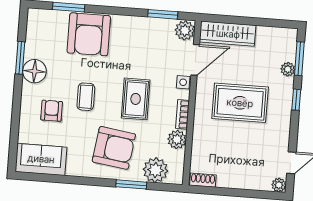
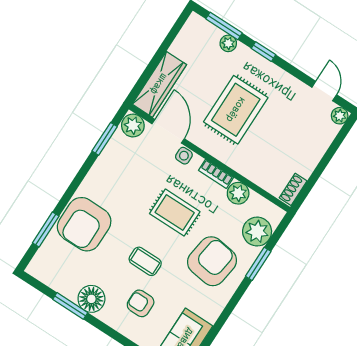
armchair: (89, 34) -> (84, 224), turned 90

